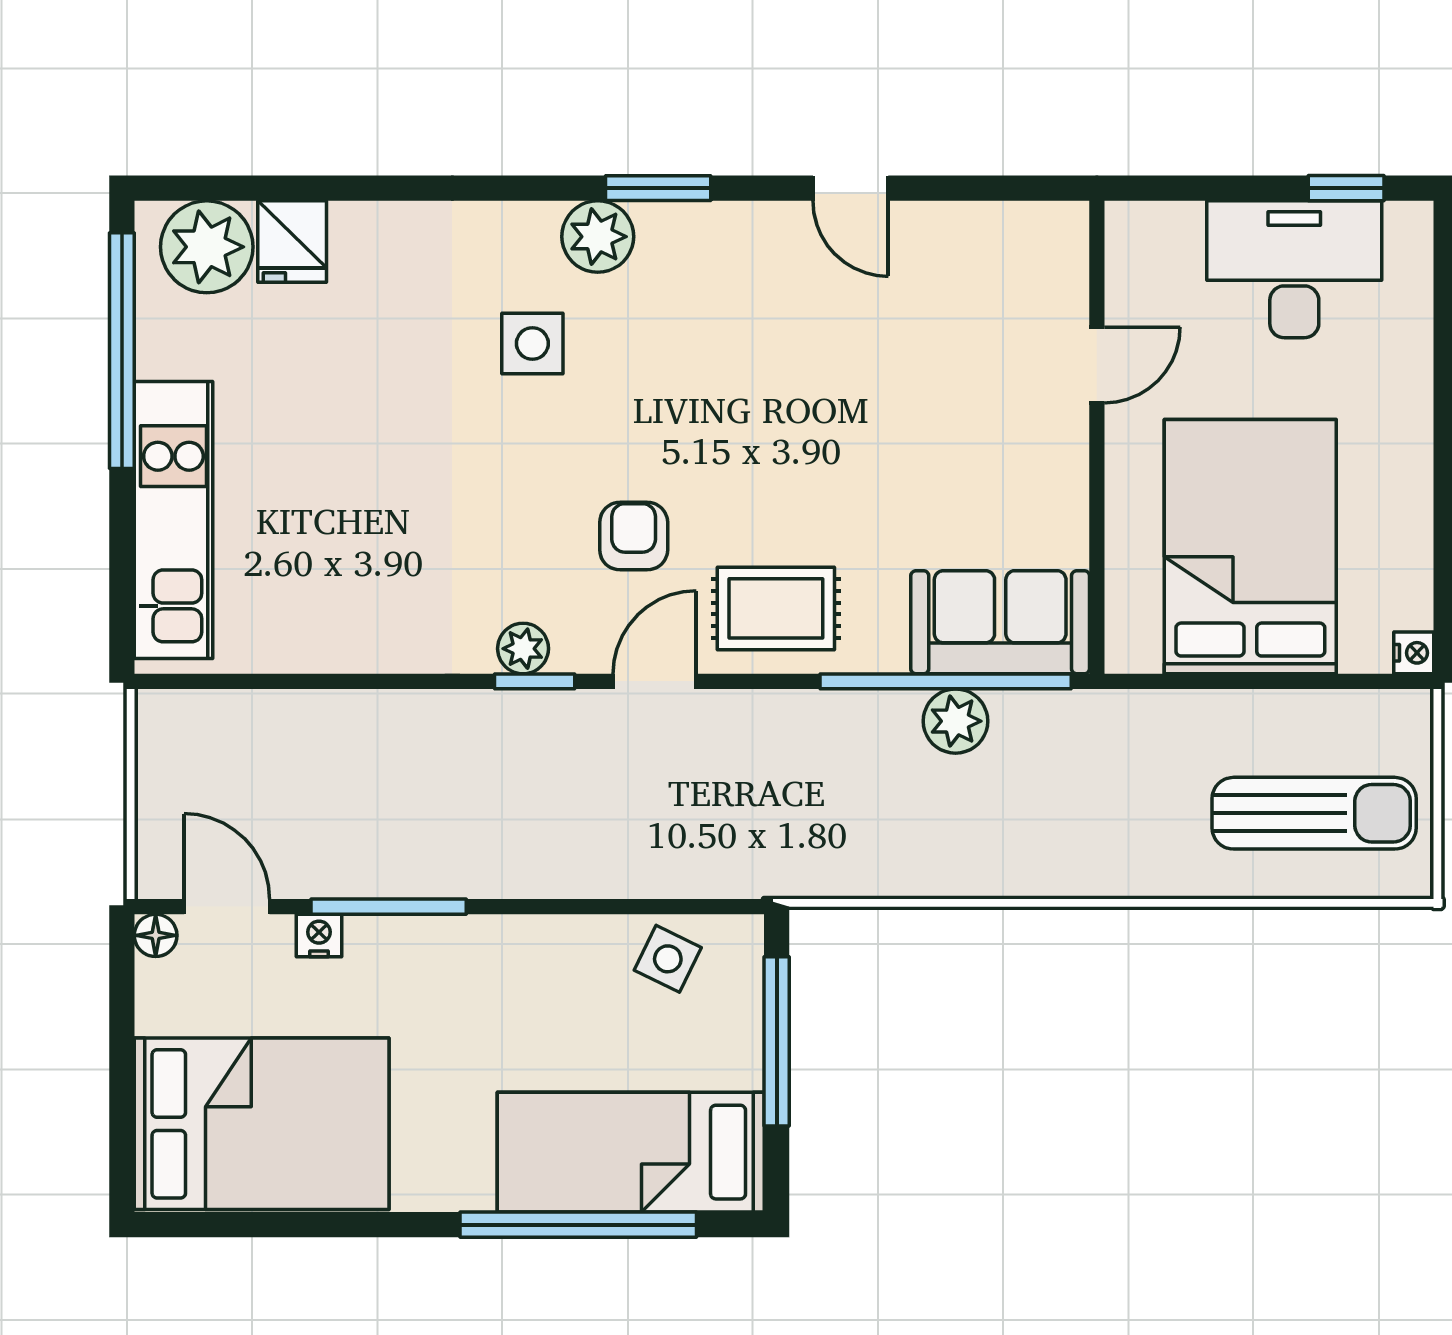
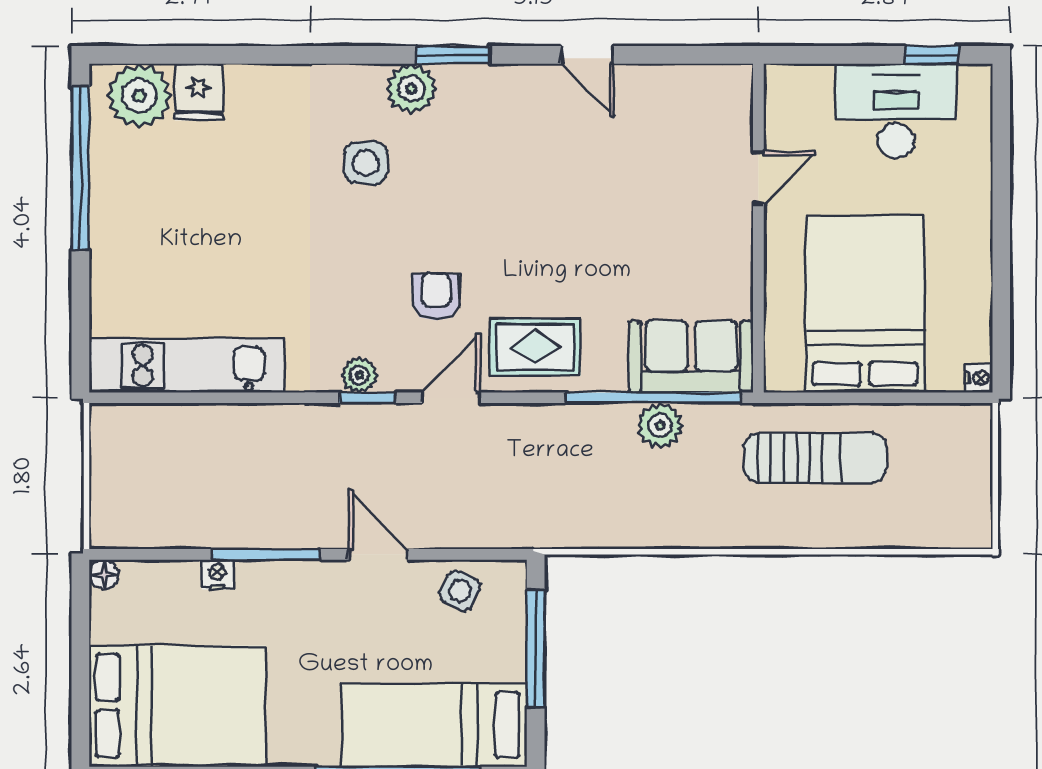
kitchen unit: (173, 520) -> (187, 365), moved, turned -90
sun lounger: (1314, 813) -> (816, 458), moved
door: (227, 907) -> (378, 554), moved

